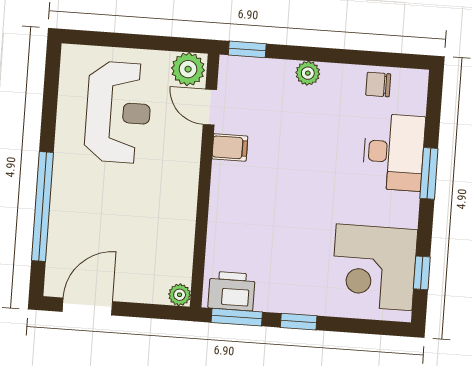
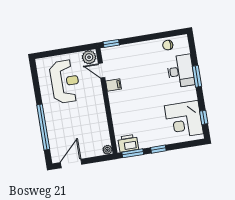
plant: (308, 73) -> (138, 47), removed

